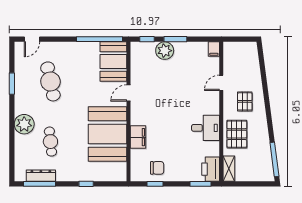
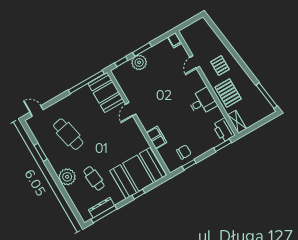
door: (32, 39) -> (37, 111), swing flipped
booth: (108, 134) -> (138, 173), moved, turned 90

